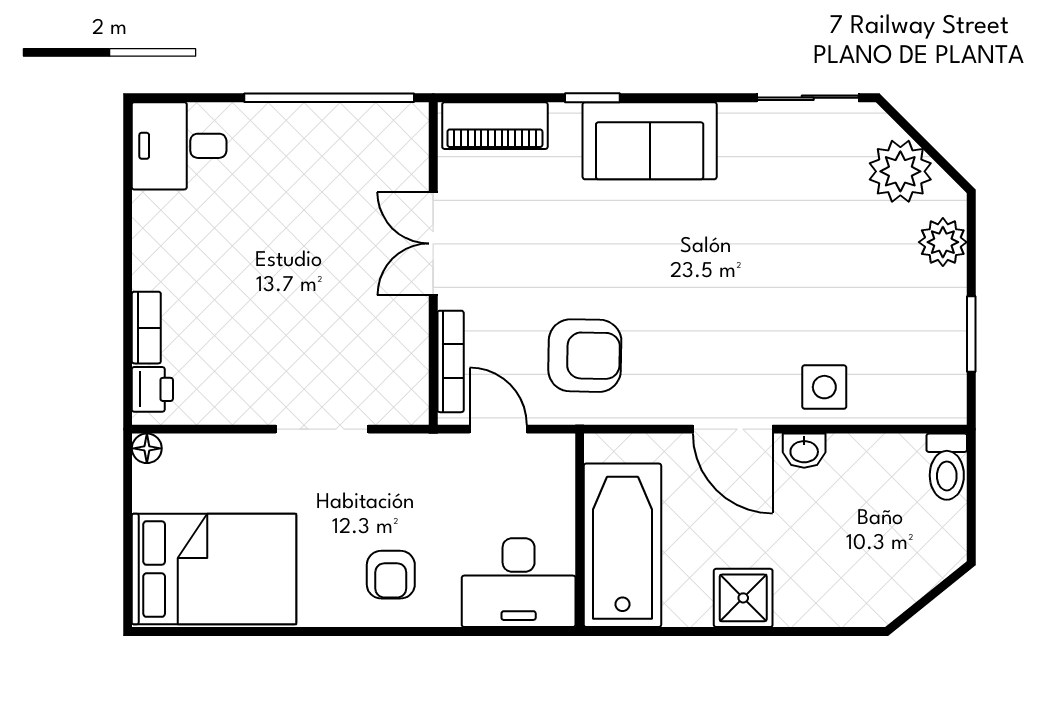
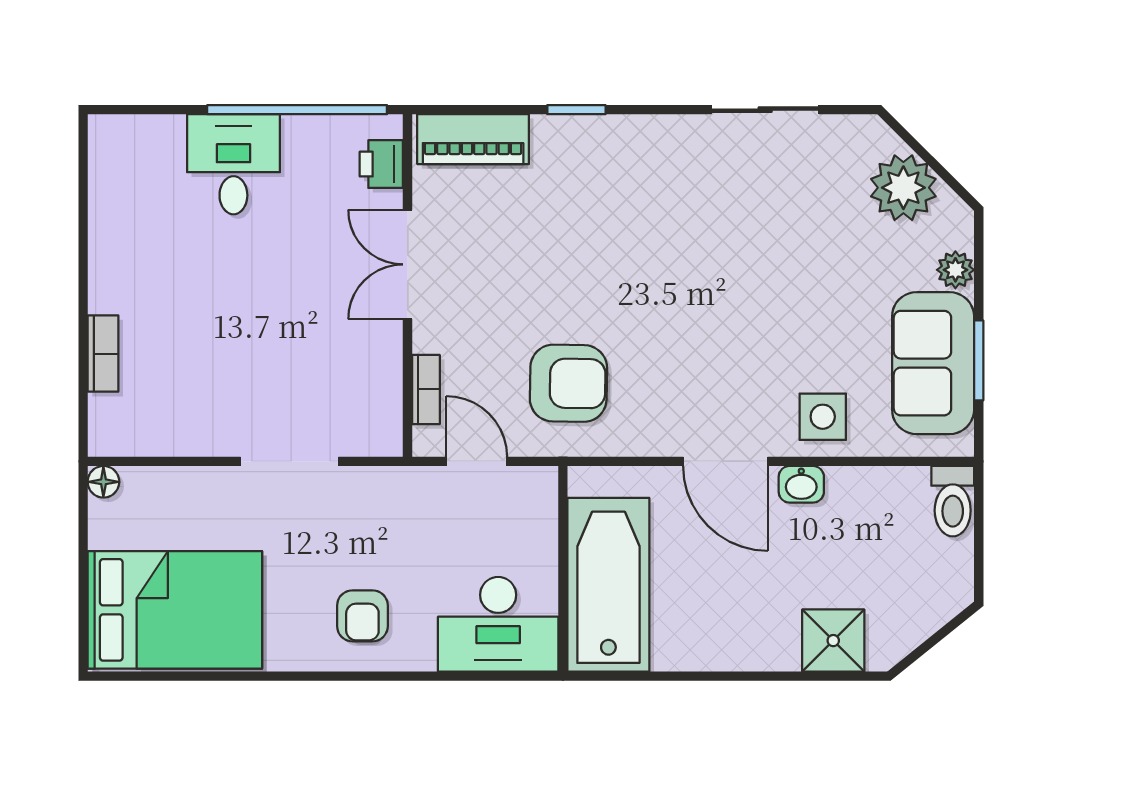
sliding door: (808, 98) -> (765, 110), moved
sofa: (650, 141) -> (933, 363), moved, turned 90
desk: (179, 146) -> (233, 164), moved, turned 90
plant: (943, 242) -> (955, 270), width x0.73, depth x0.73
bookcase: (451, 361) -> (426, 389), width x0.64
printer: (152, 389) -> (381, 164), moved, turned 180
shower: (743, 598) -> (833, 641), moved

